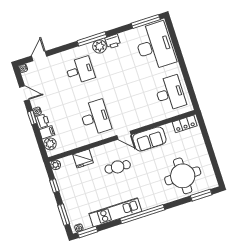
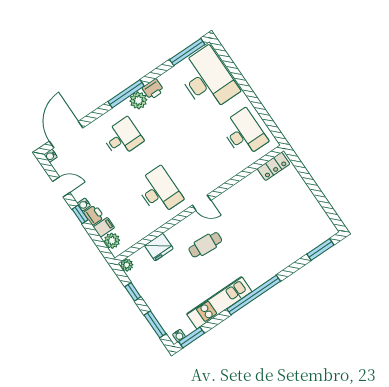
door: (39, 56) -> (66, 135), width x1.88
sofa: (149, 139) -> (235, 198), removed
round table: (183, 176) -> (290, 232), removed

